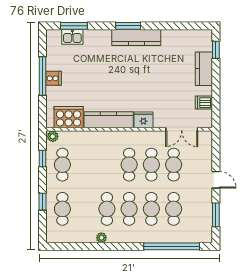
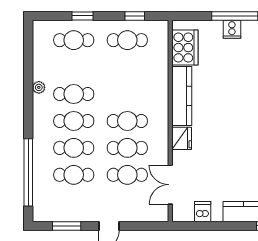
plant: (53, 136) -> (162, 28), removed

